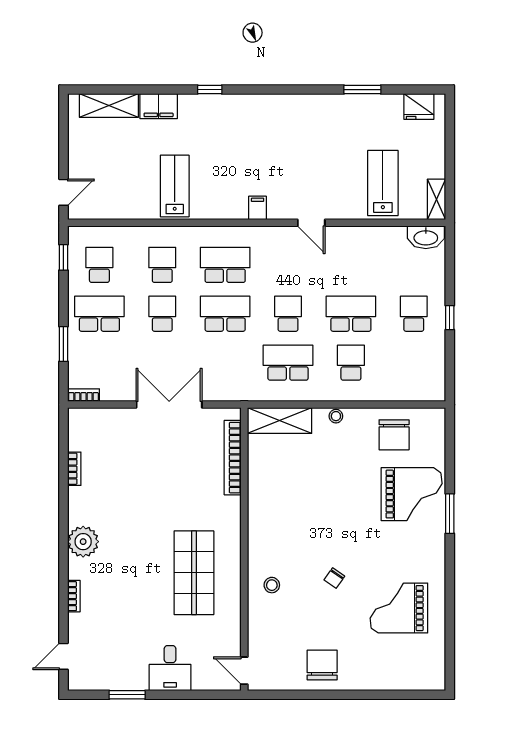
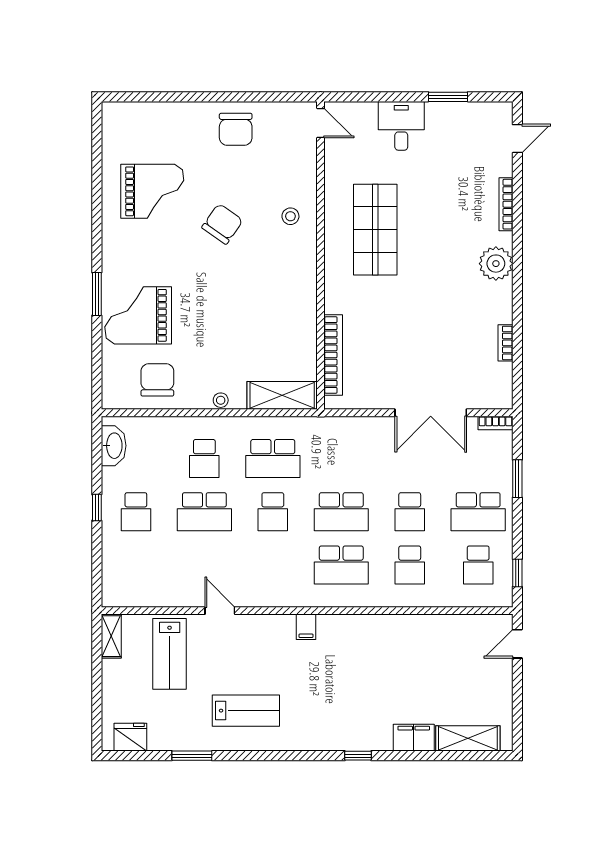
lab bench: (175, 186) -> (246, 711), moved, turned -90
door: (311, 223) -> (220, 611), moved
washbasin: (426, 237) -> (114, 446), moved, turned 90
double door: (169, 405) -> (431, 413), moved
chair: (334, 578) -> (222, 224), width x1.87, depth x1.87
bookcase: (74, 596) -> (506, 204), width x1.56

